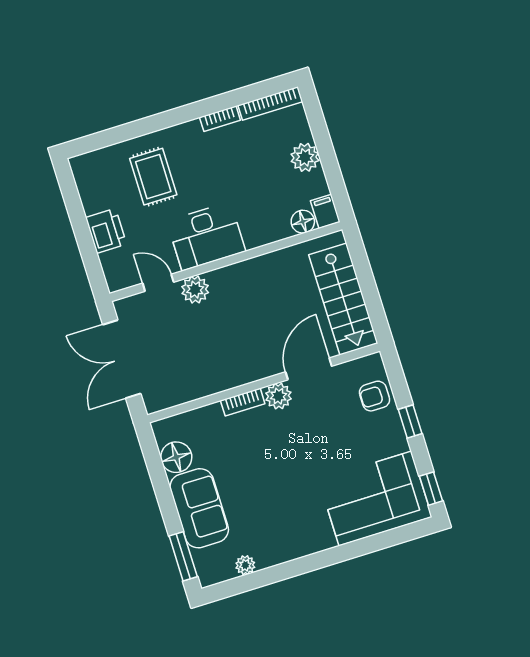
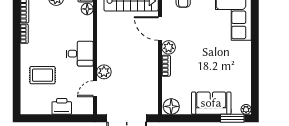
desk: (206, 236) -> (80, 54), width x0.73
floor lamp: (176, 457) -> (171, 106), moved
plant: (245, 565) -> (246, 109), moved

